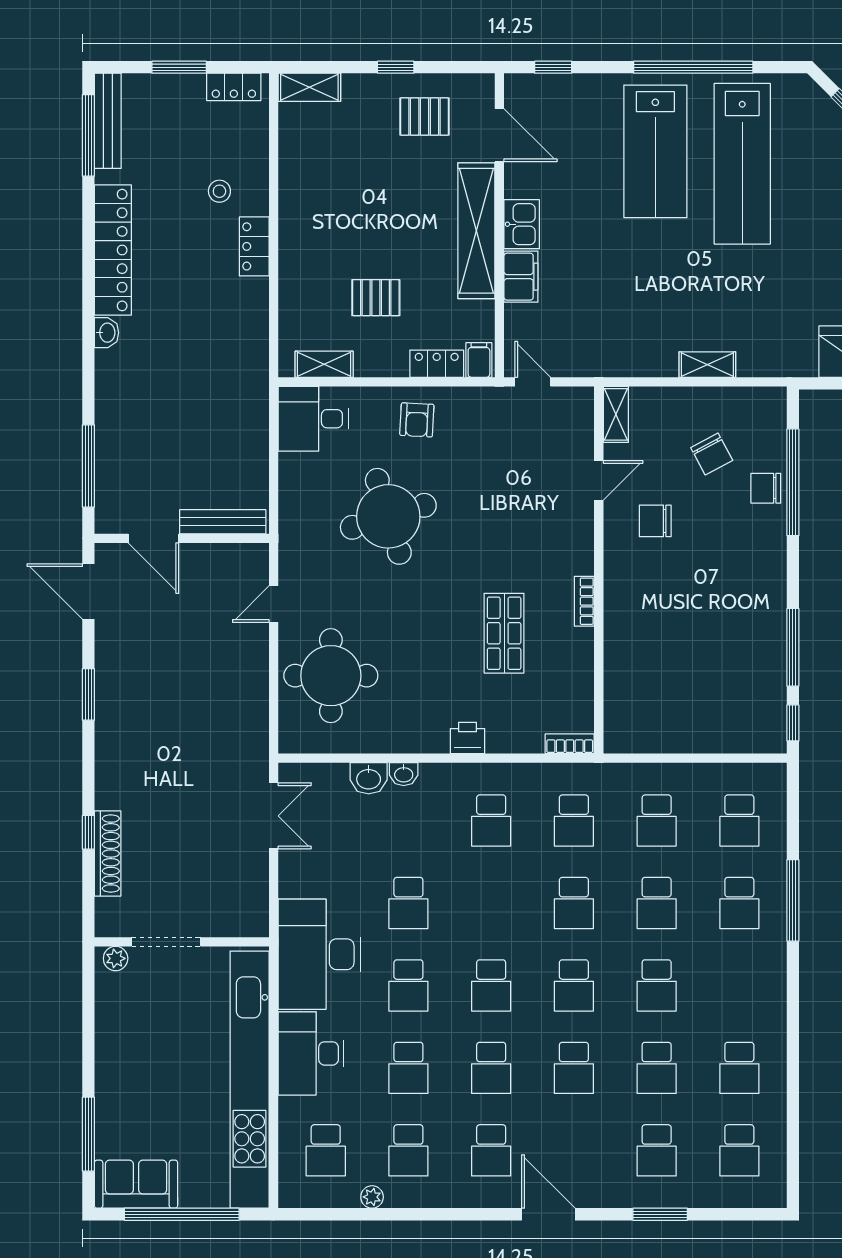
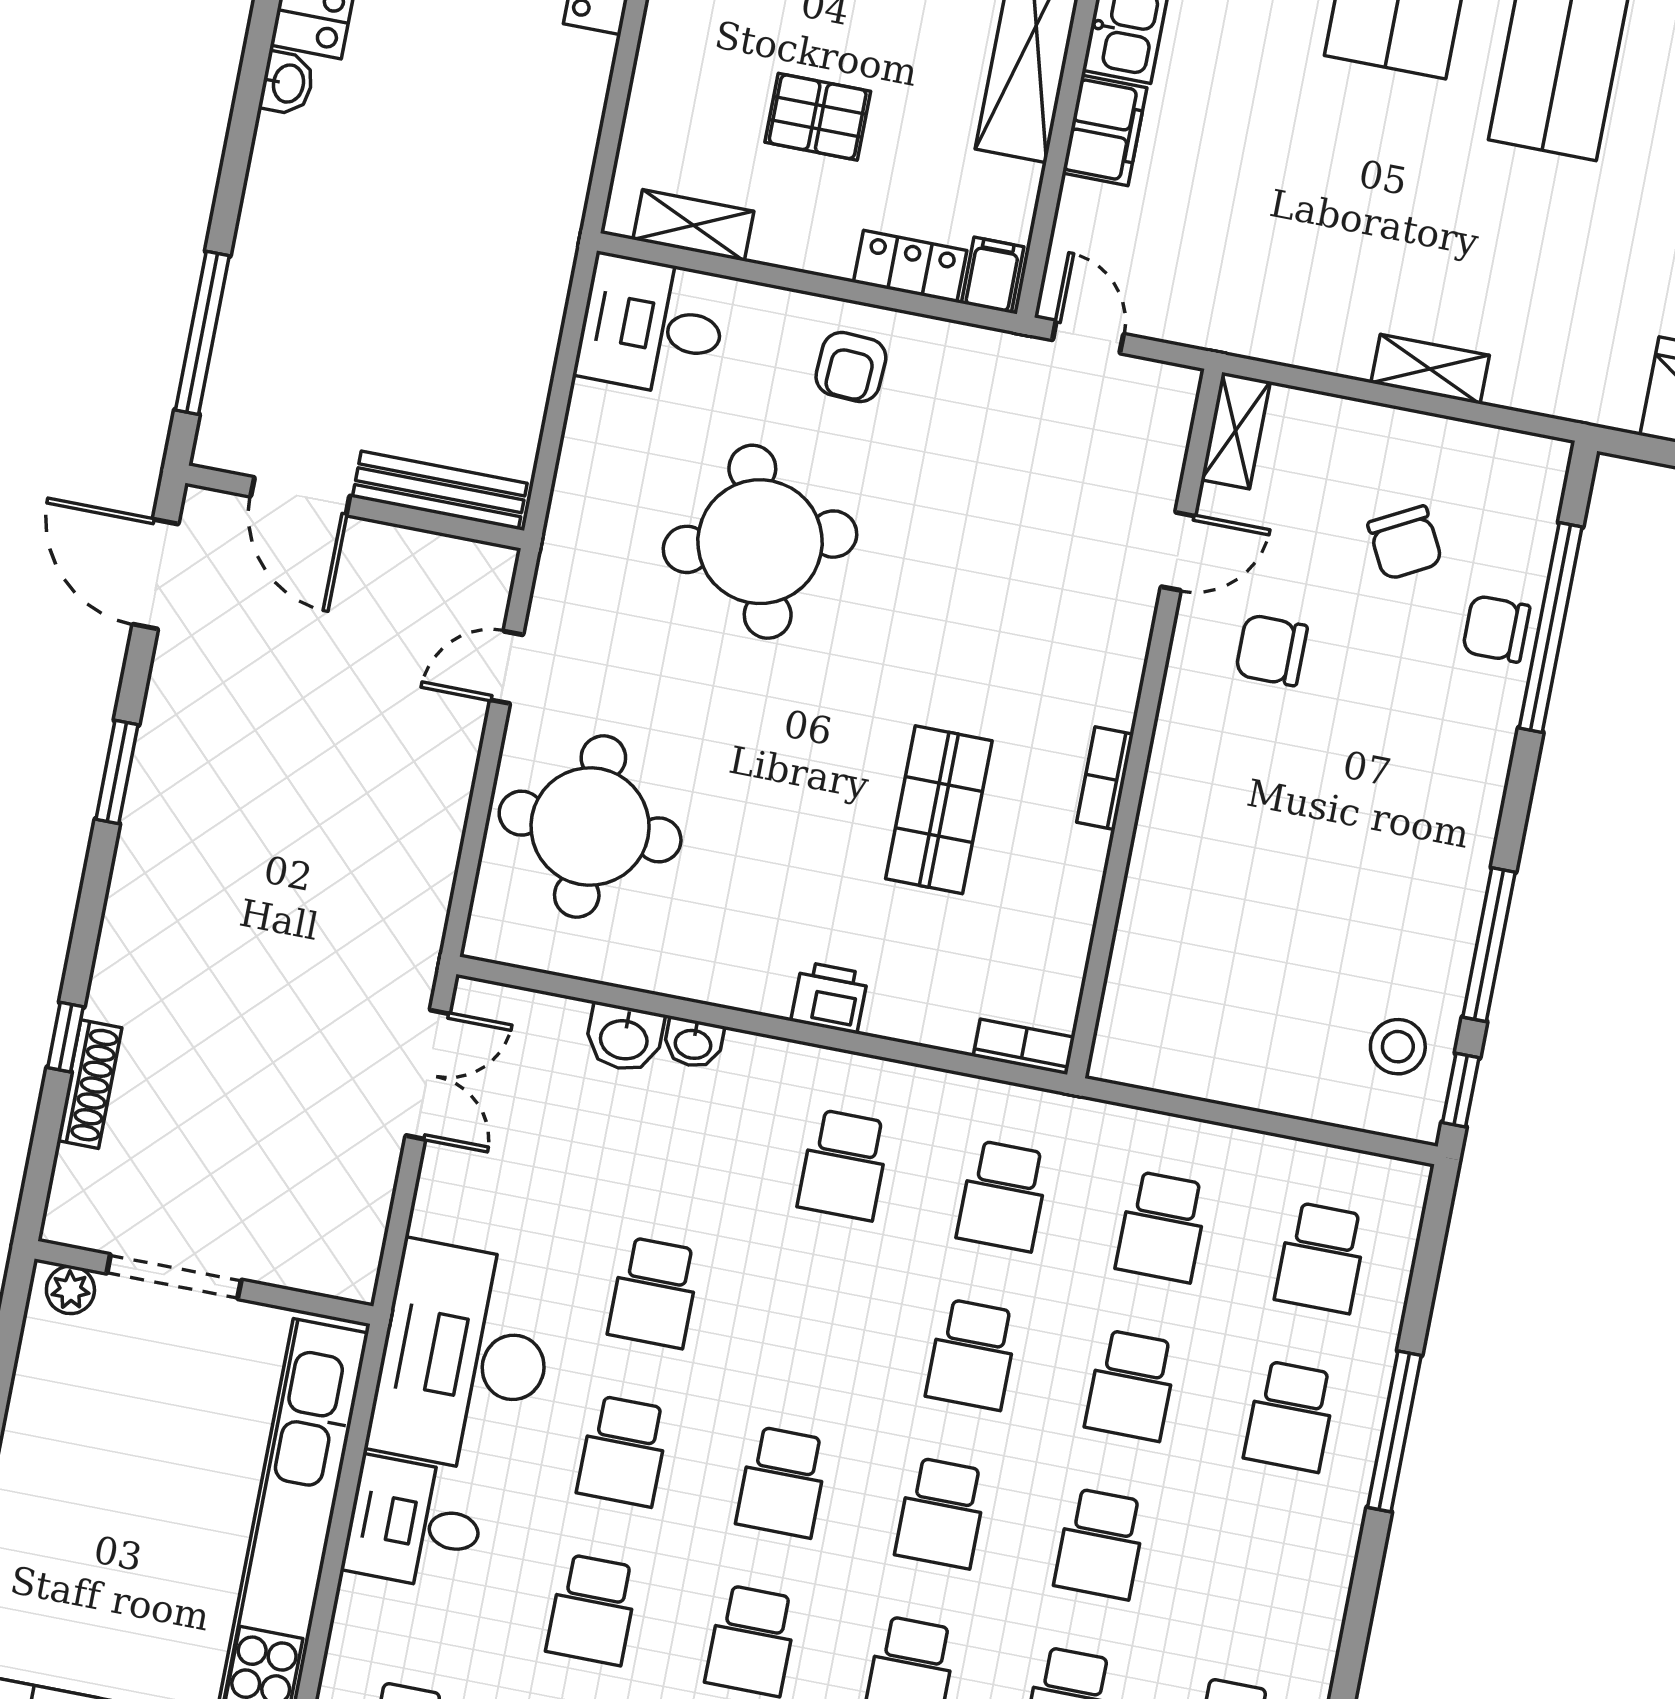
stool: (757, 707) -> (1398, 1047), added
shoe rack: (108, 854) -> (90, 1084), width x0.74, depth x0.81
desk: (311, 1053) -> (415, 1524), width x0.73

